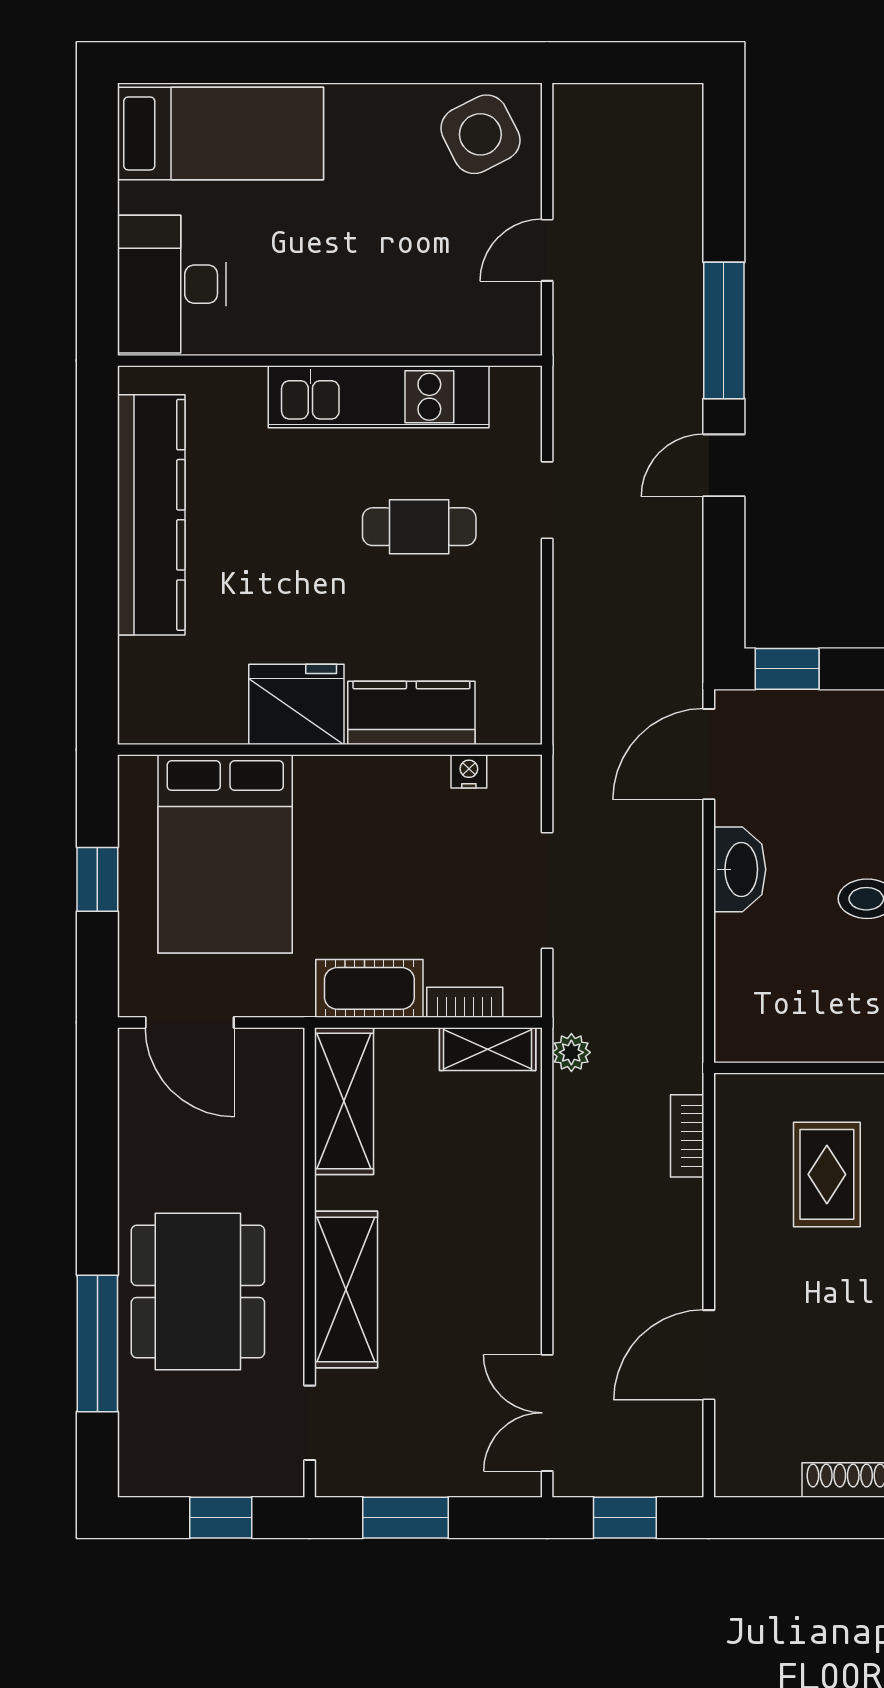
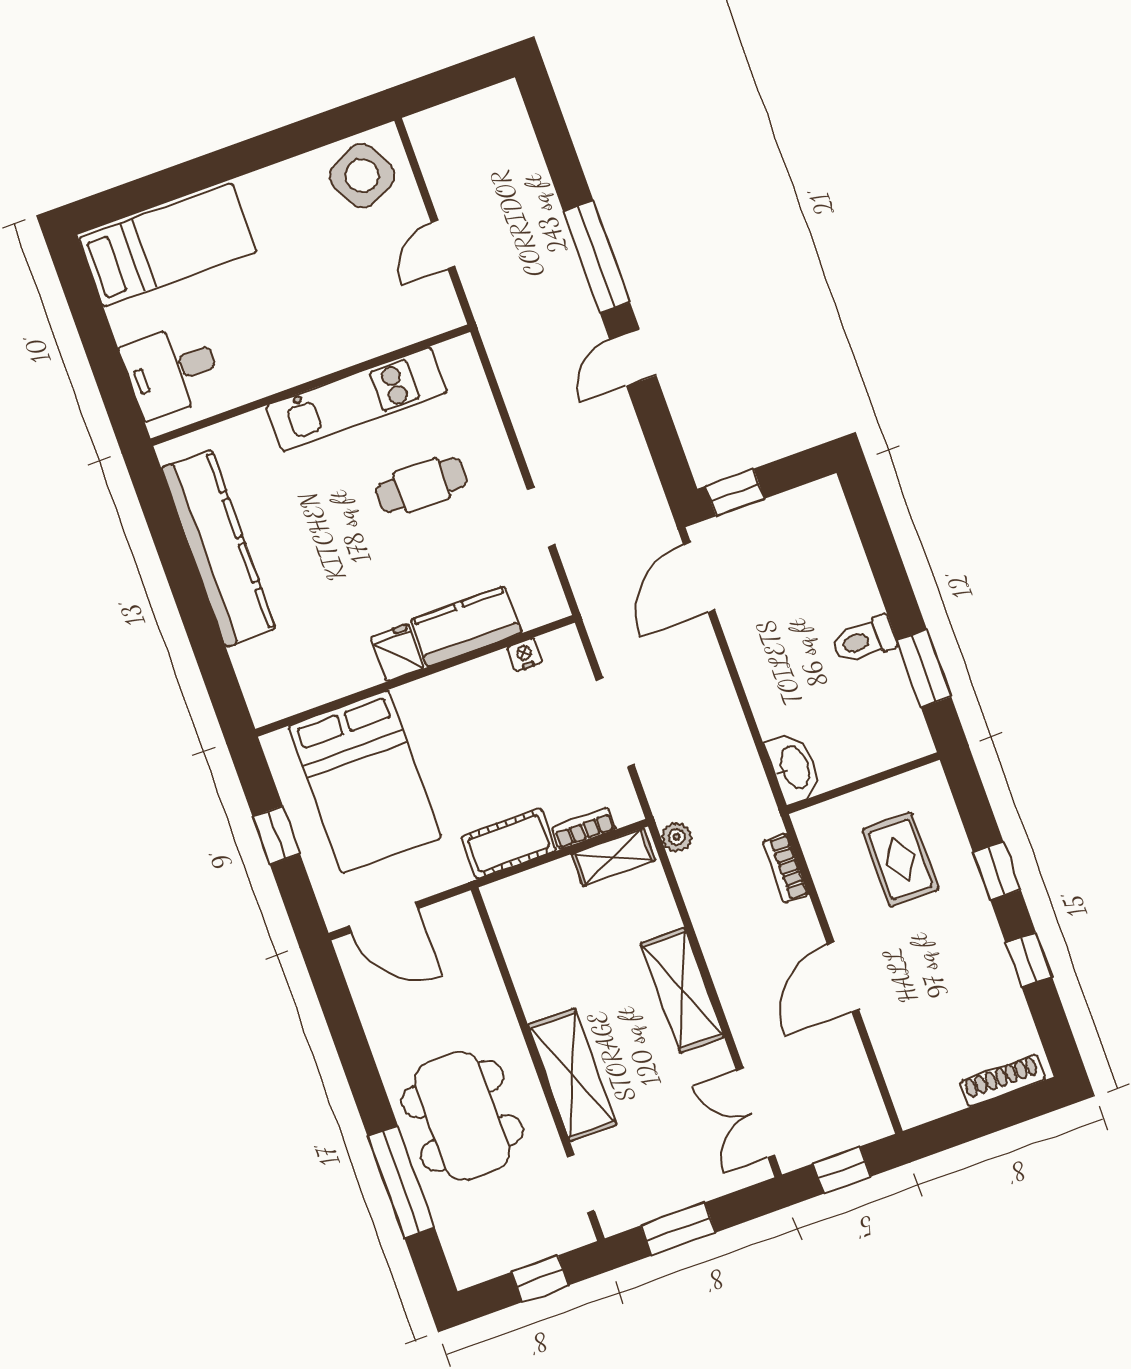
desk: (172, 284) -> (172, 371), width x0.73
doorway: (547, 500) -> (541, 517), moved
fridge: (296, 704) -> (397, 653), width x0.53, depth x0.75
washbasin: (740, 869) -> (794, 768), moved
shelving: (344, 1101) -> (682, 990), moved
door: (709, 1355) -> (843, 977), moved

